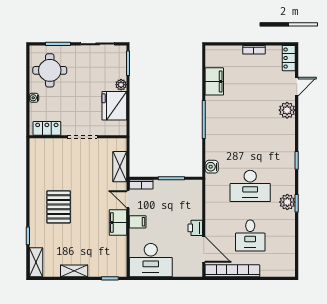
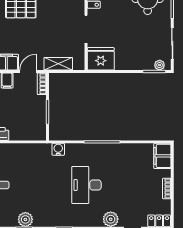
filing cabinet: (214, 81) -> (162, 156), moved, turned 90
plant: (121, 85) -> (160, 65), moved
fridge: (114, 106) -> (101, 59), moved
desk: (250, 186) -> (86, 185), moved

